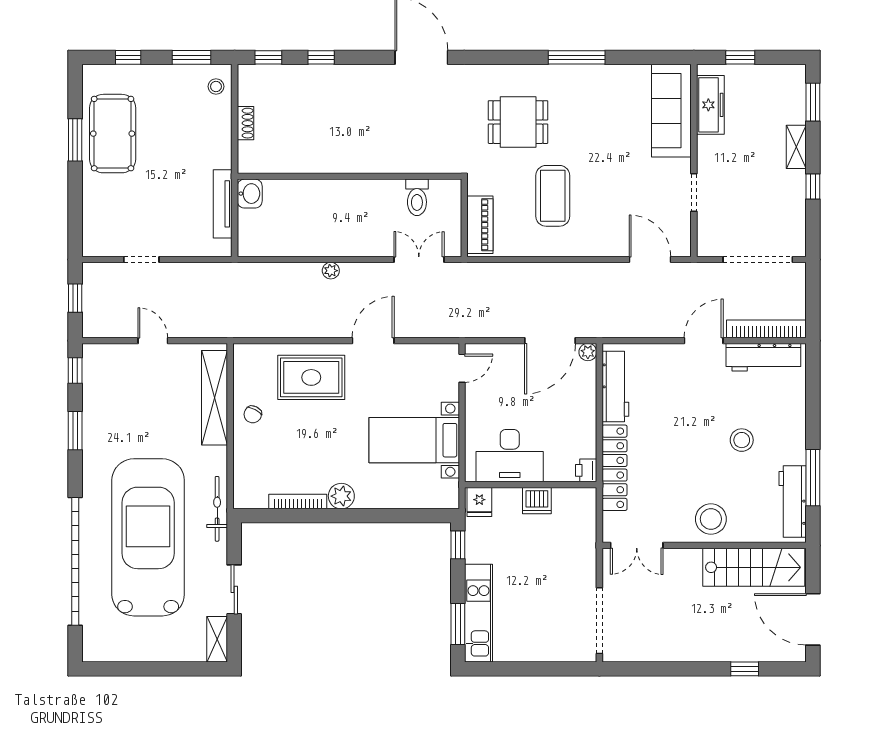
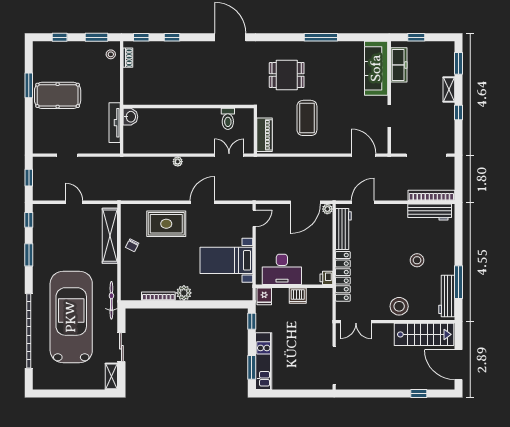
shoe rack: (245, 123) -> (128, 58), moved
pool table: (113, 134) -> (58, 95), moved, turned 90
door: (704, 341) -> (363, 202), moved

